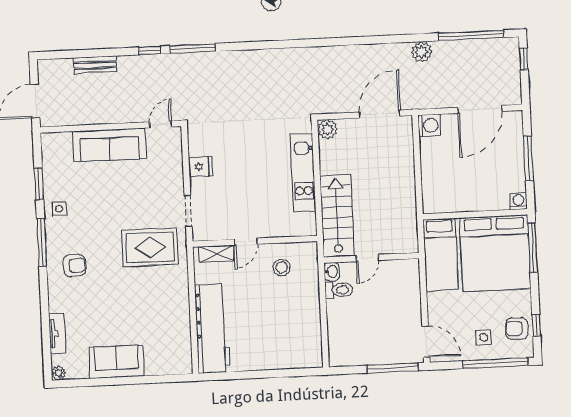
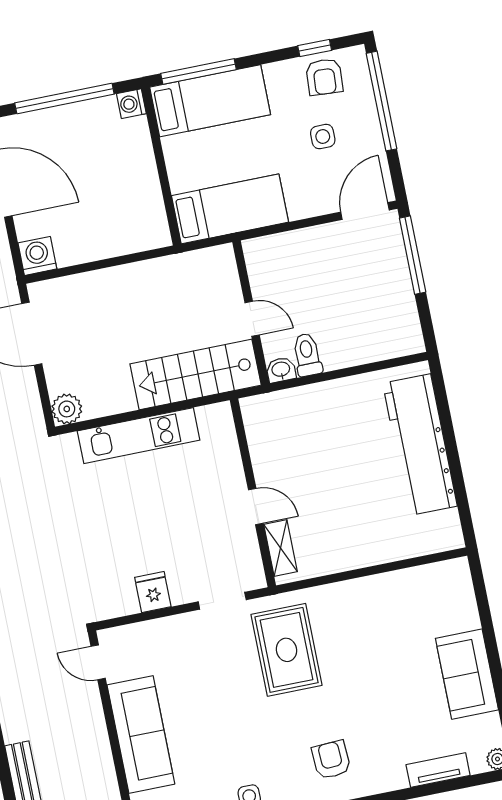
window: (528, 158) -> (64, 98), width x1.46
bed: (495, 253) -> (210, 101), width x0.49
stool: (282, 267) -> (286, 446), removed
workbench: (213, 329) -> (420, 445), moved, turned -90
side table: (484, 337) -> (323, 137), moved

